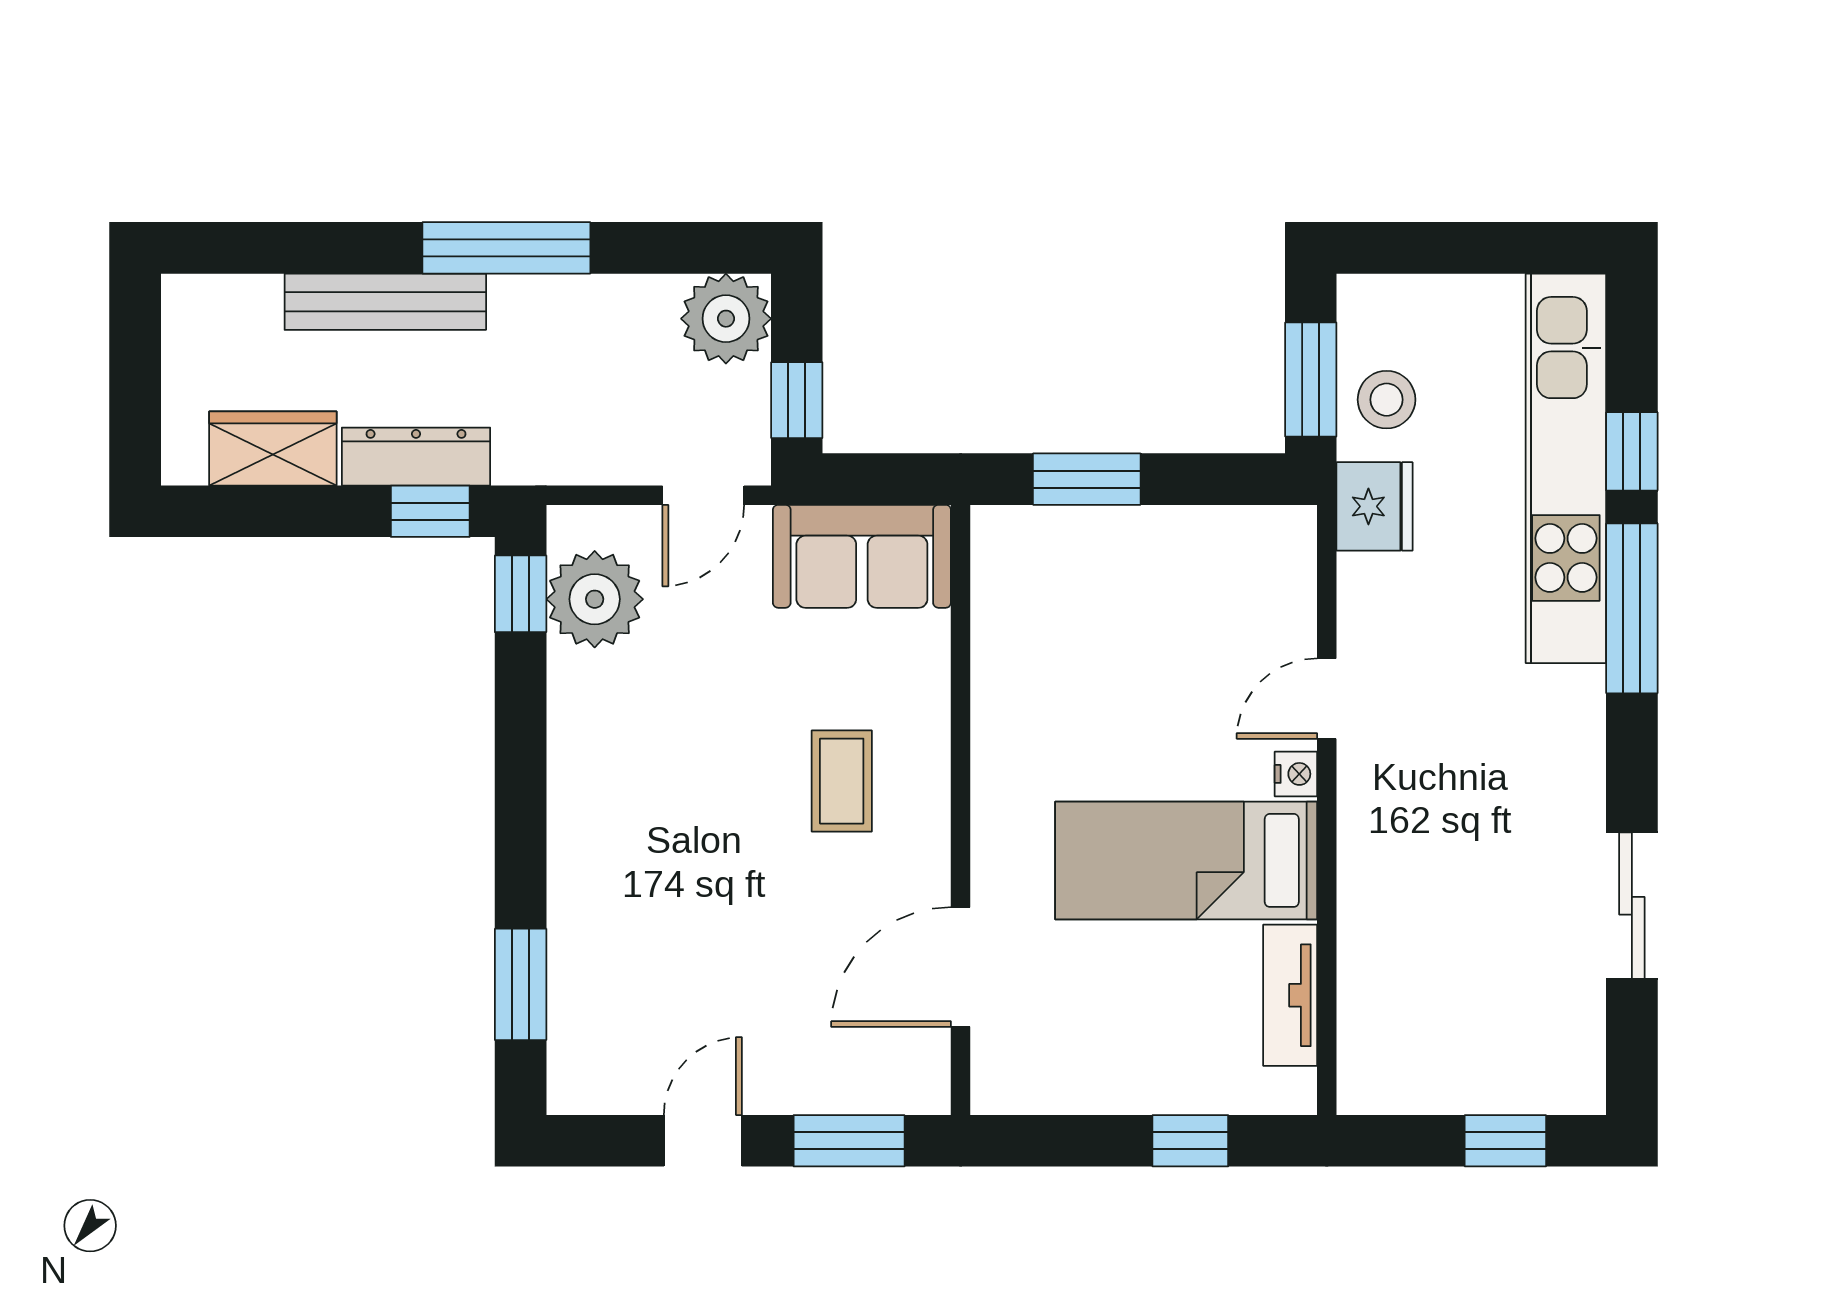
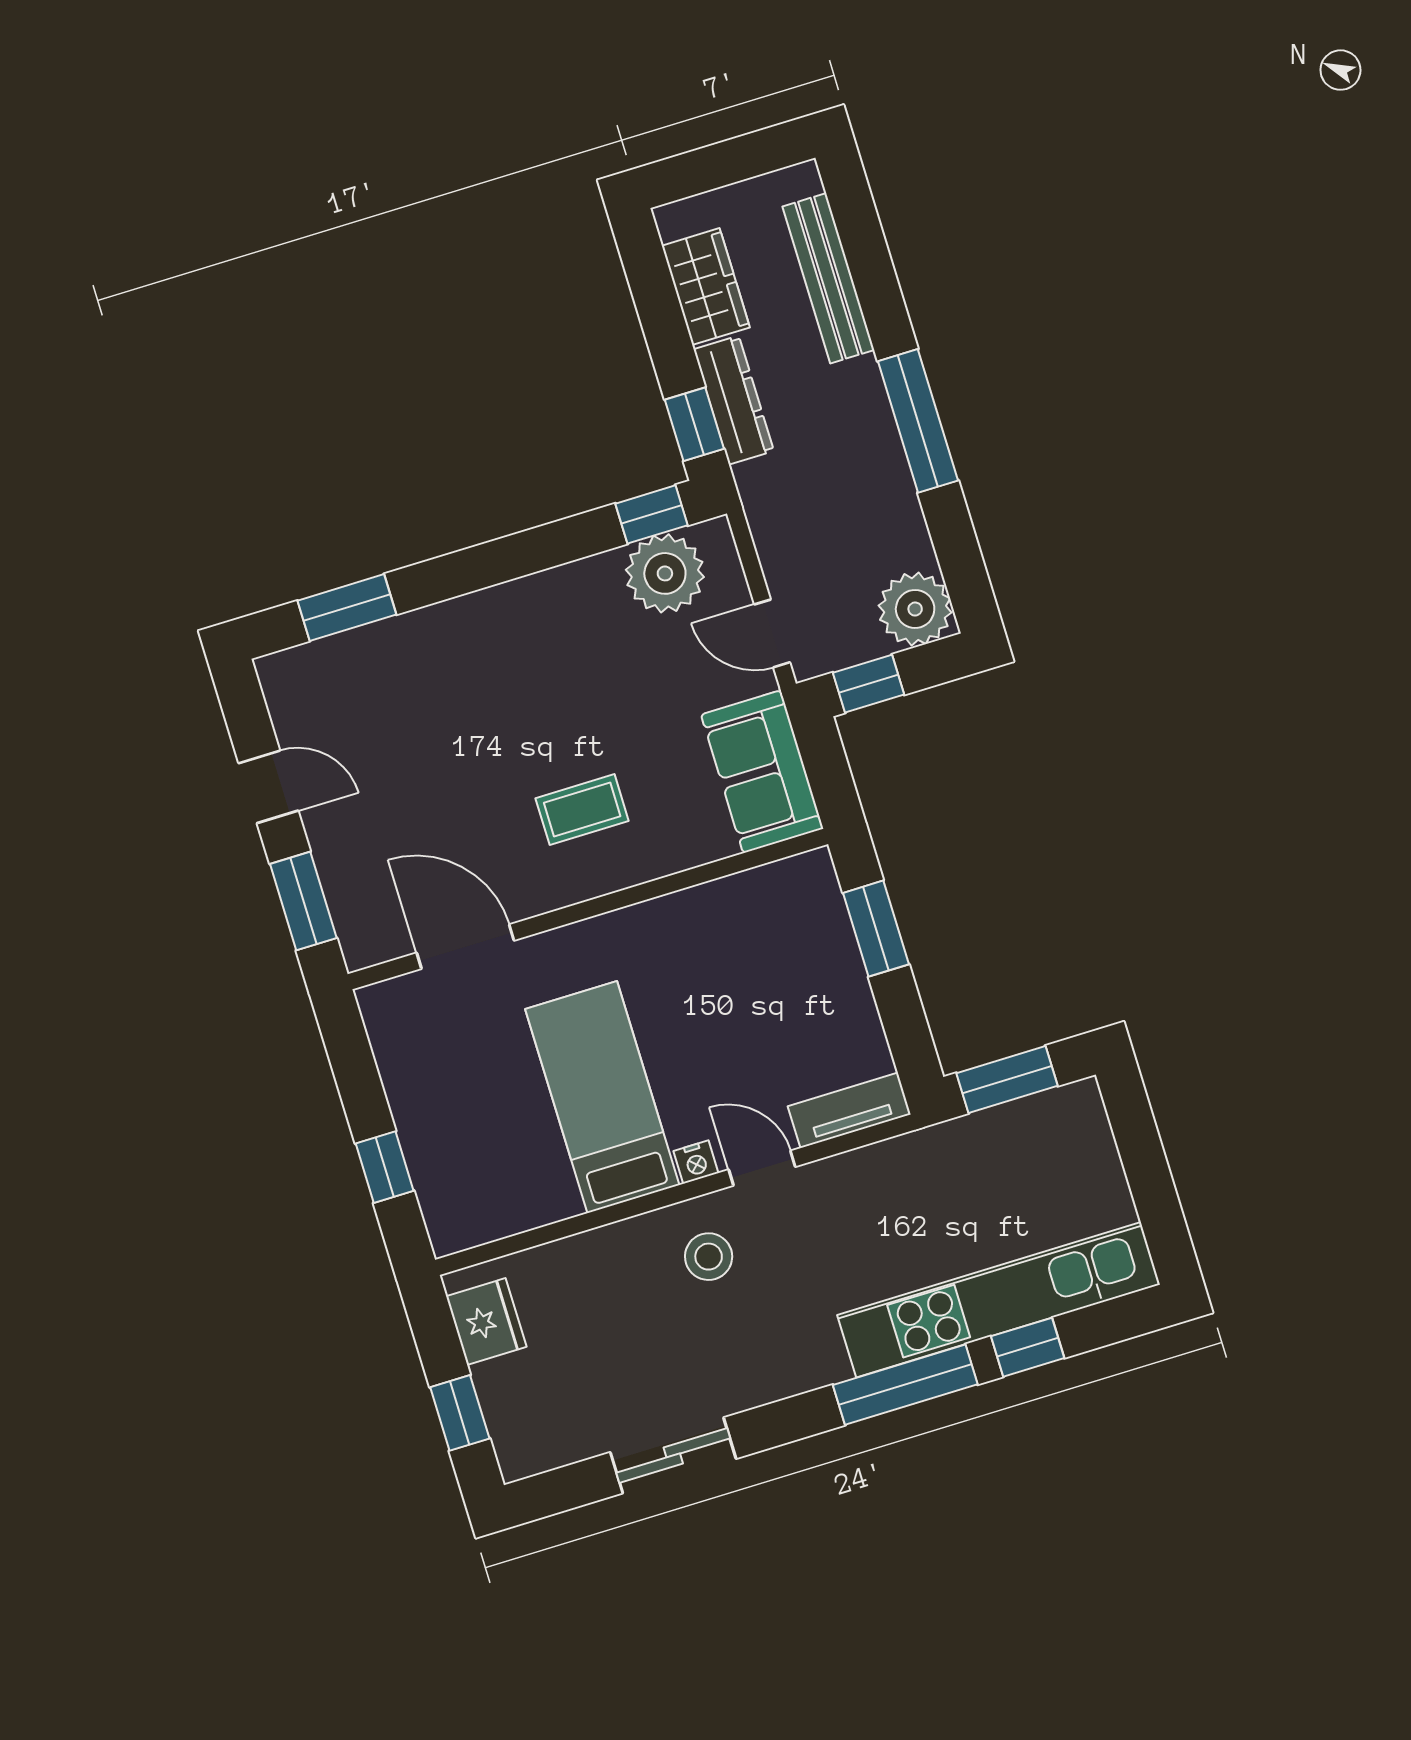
bench: (385, 302) -> (828, 278), moved
stool: (1387, 400) -> (709, 1257), moved
fridge: (1374, 506) -> (486, 1322), moved, turned -90
tv unit: (1290, 995) -> (849, 1110), moved

